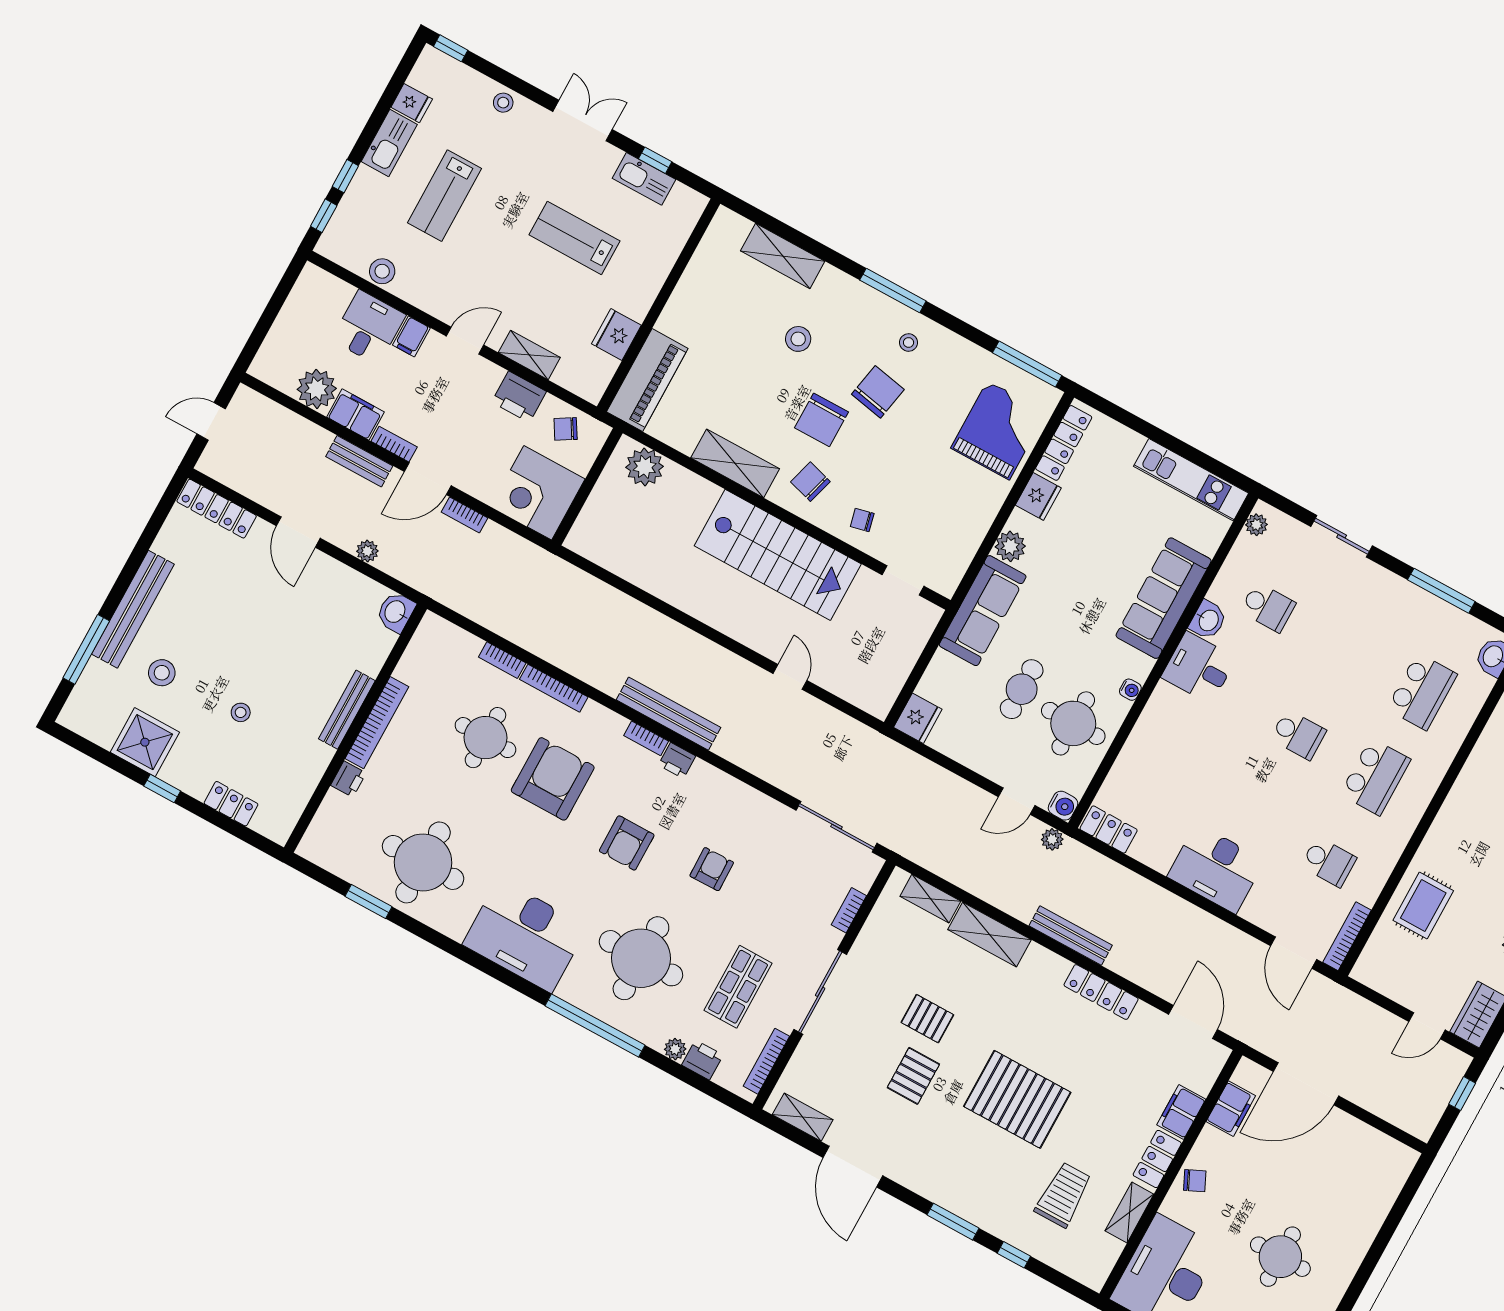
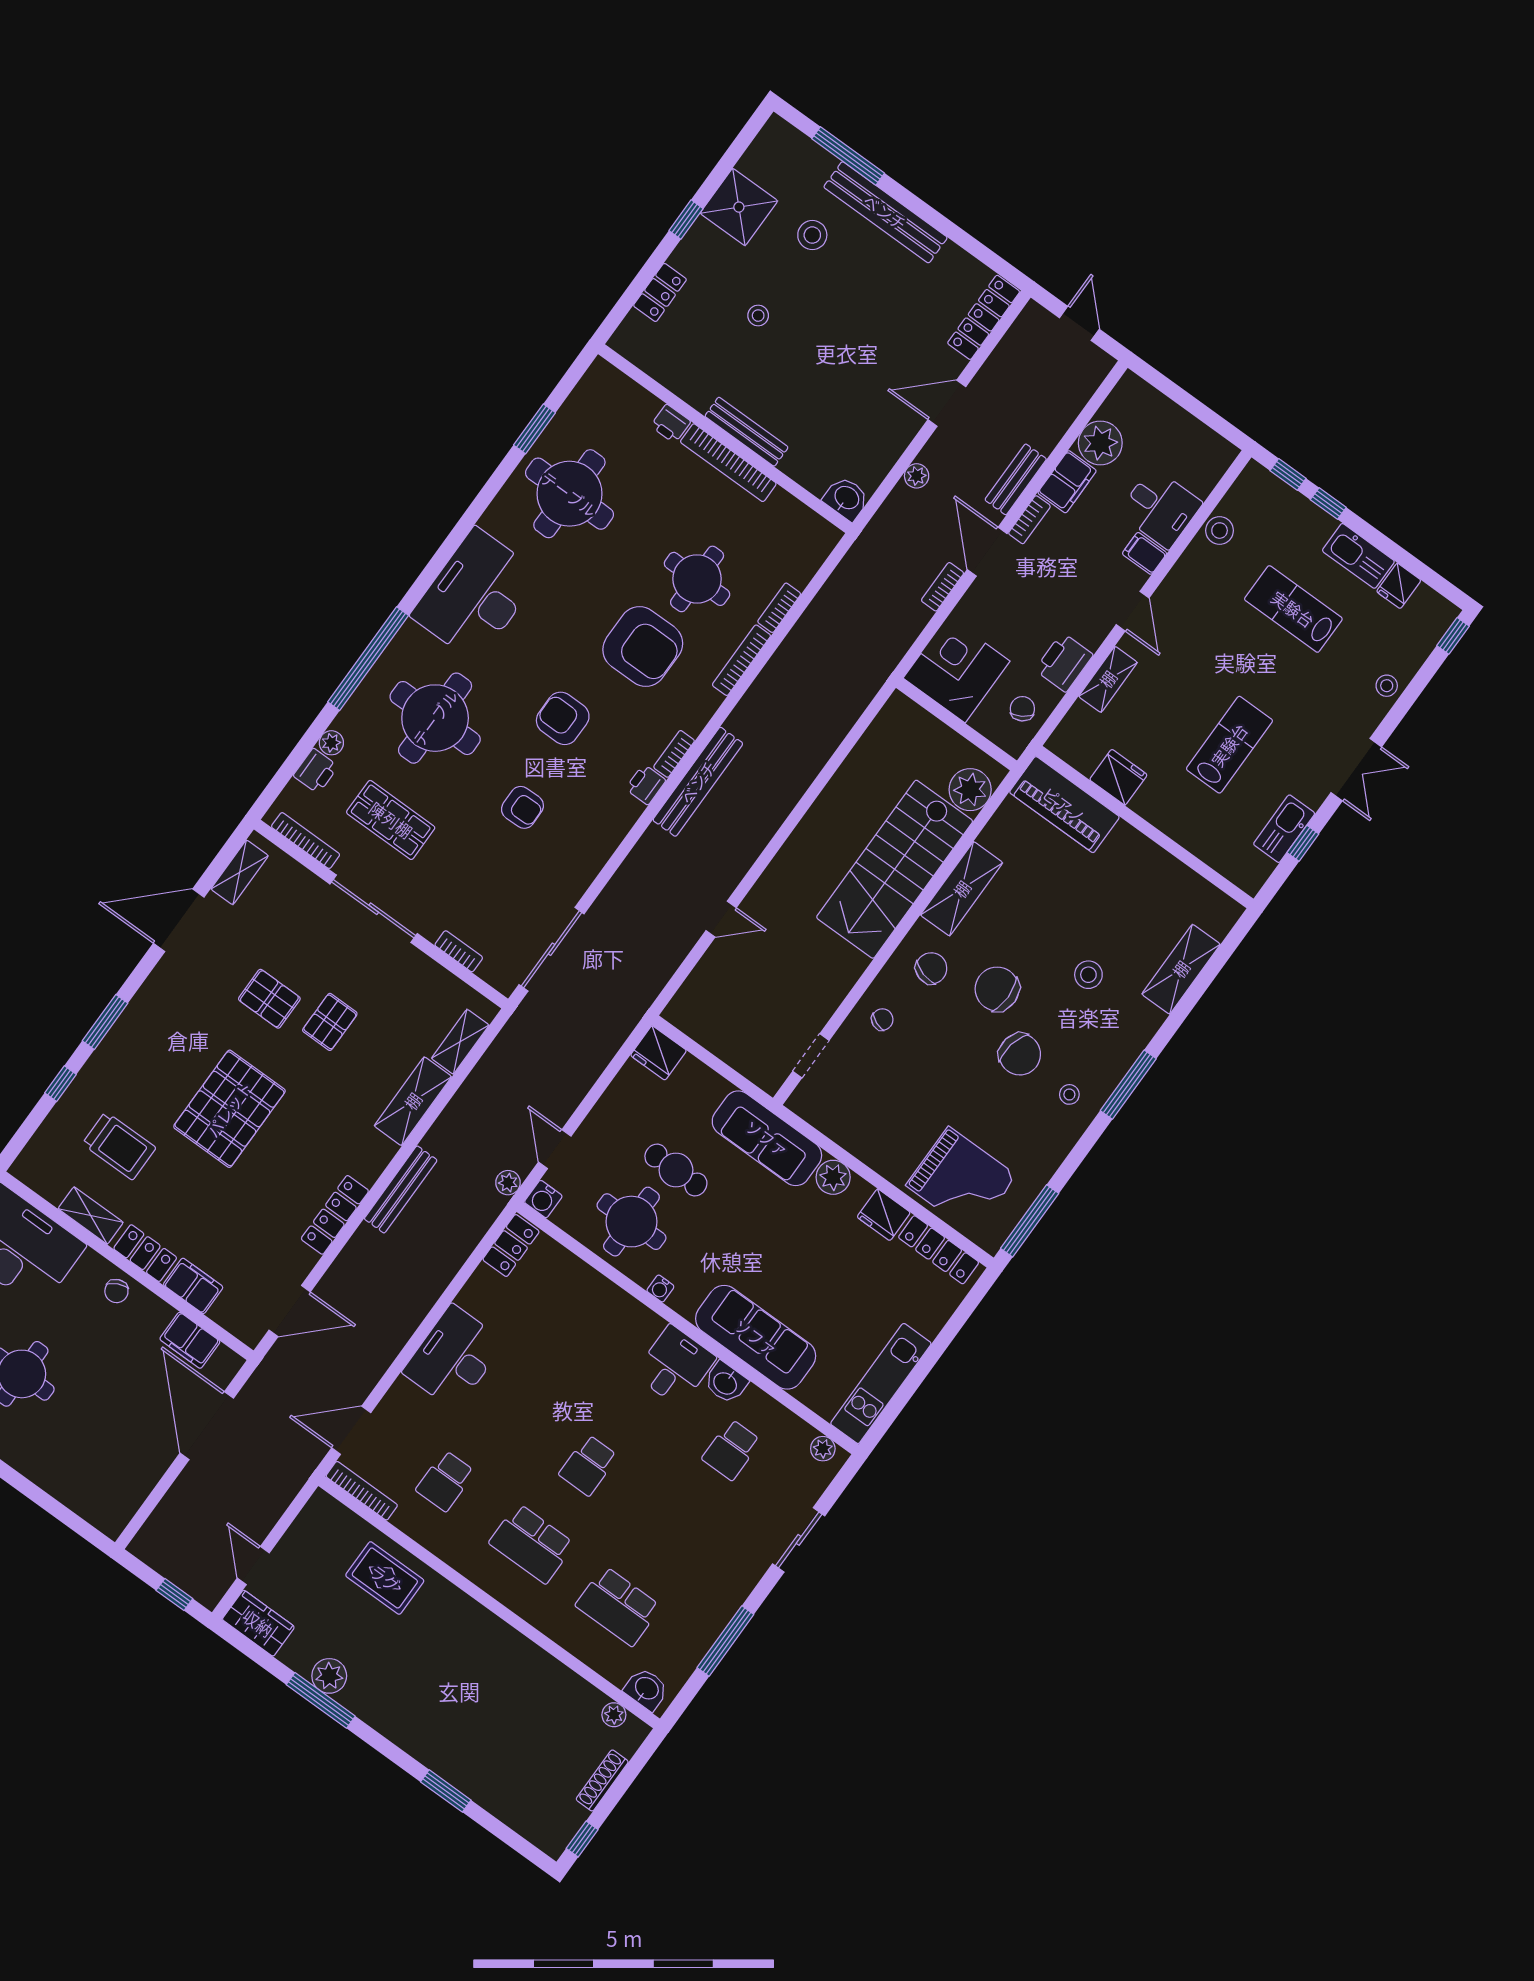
chair: (862, 520) -> (882, 1020), turned 36
stairs: (778, 555) -> (895, 869), moved

